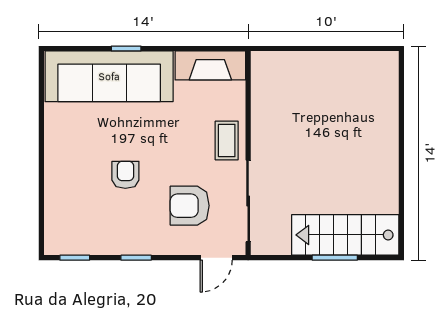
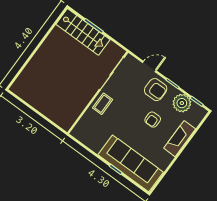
fireplace: (210, 65) -> (180, 139), moved, turned -90
armchair: (190, 206) -> (156, 90), moved
plant: (97, 237) -> (182, 103), added
door: (216, 258) -> (149, 67), moved

